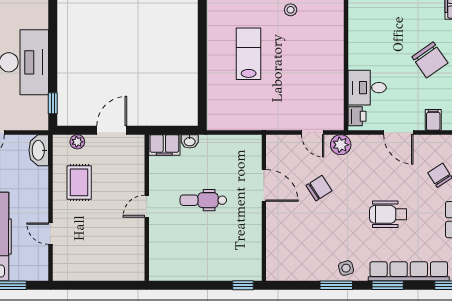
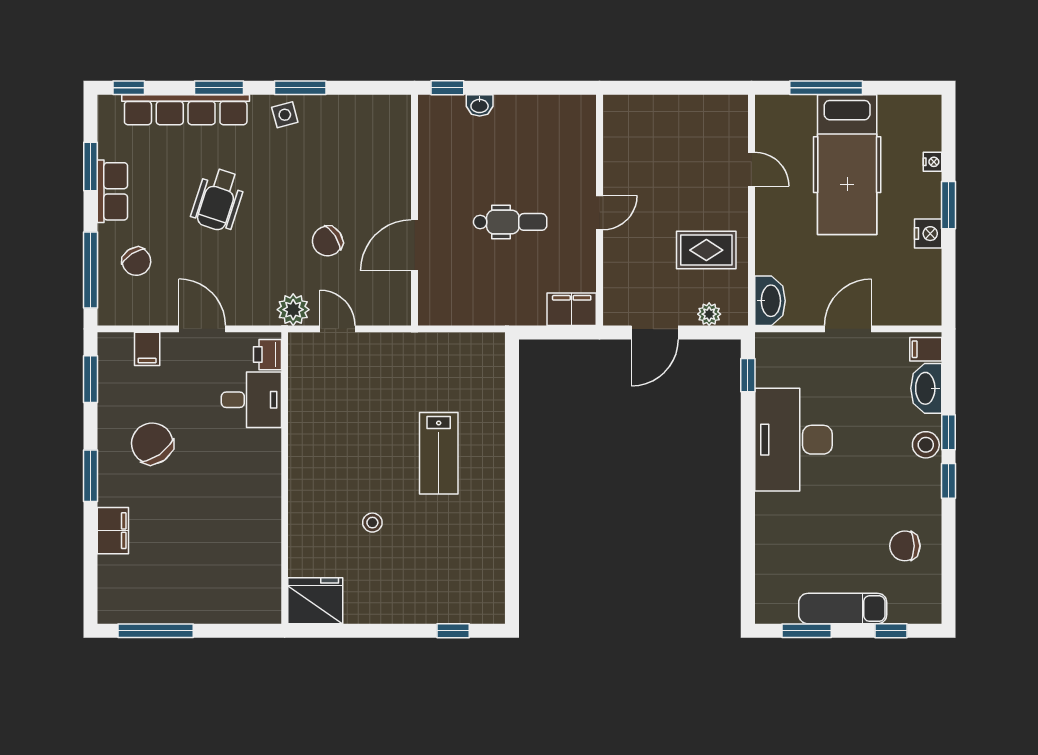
washbasin: (190, 141) -> (480, 105), moved, turned 180
rug: (79, 182) -> (706, 250), turned 90
door: (264, 185) -> (414, 245), hinge flipped
wheelchair: (388, 214) -> (218, 200), turned 108

